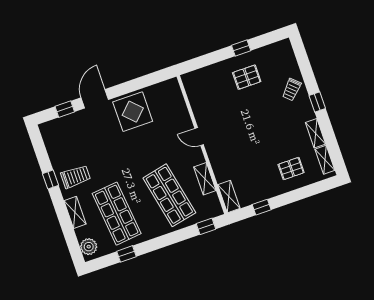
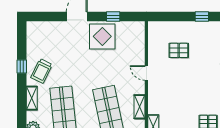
pallet: (247, 77) -> (179, 50), moved
window: (65, 109) -> (113, 17), moved
trolley: (76, 177) -> (42, 71), turned 116

